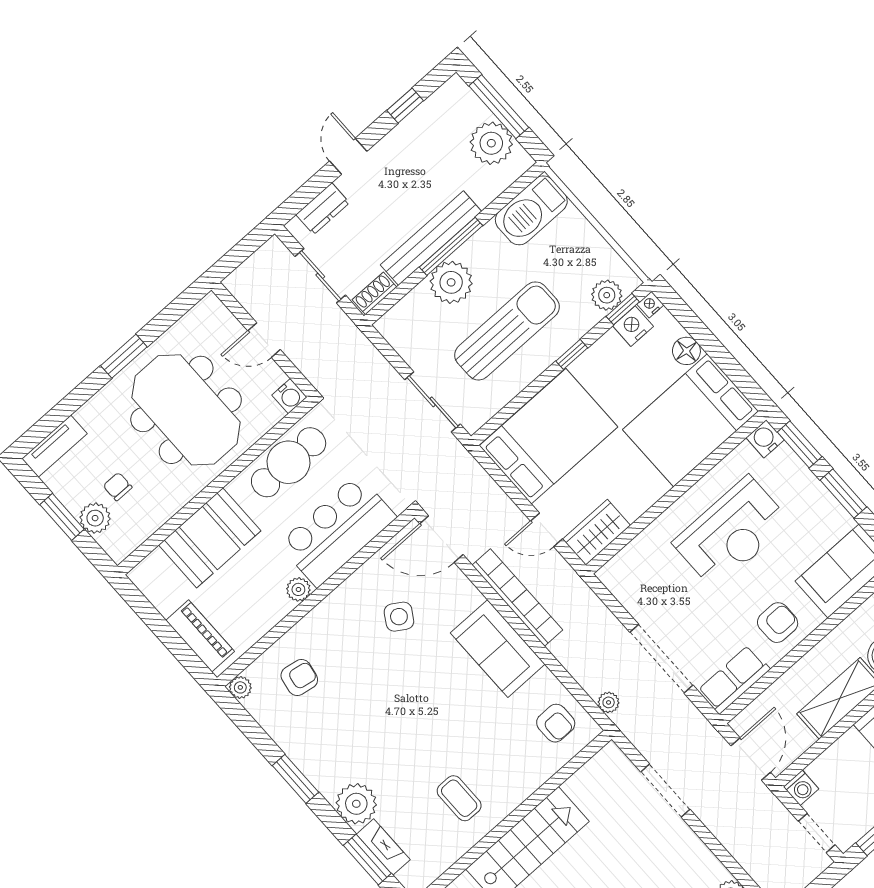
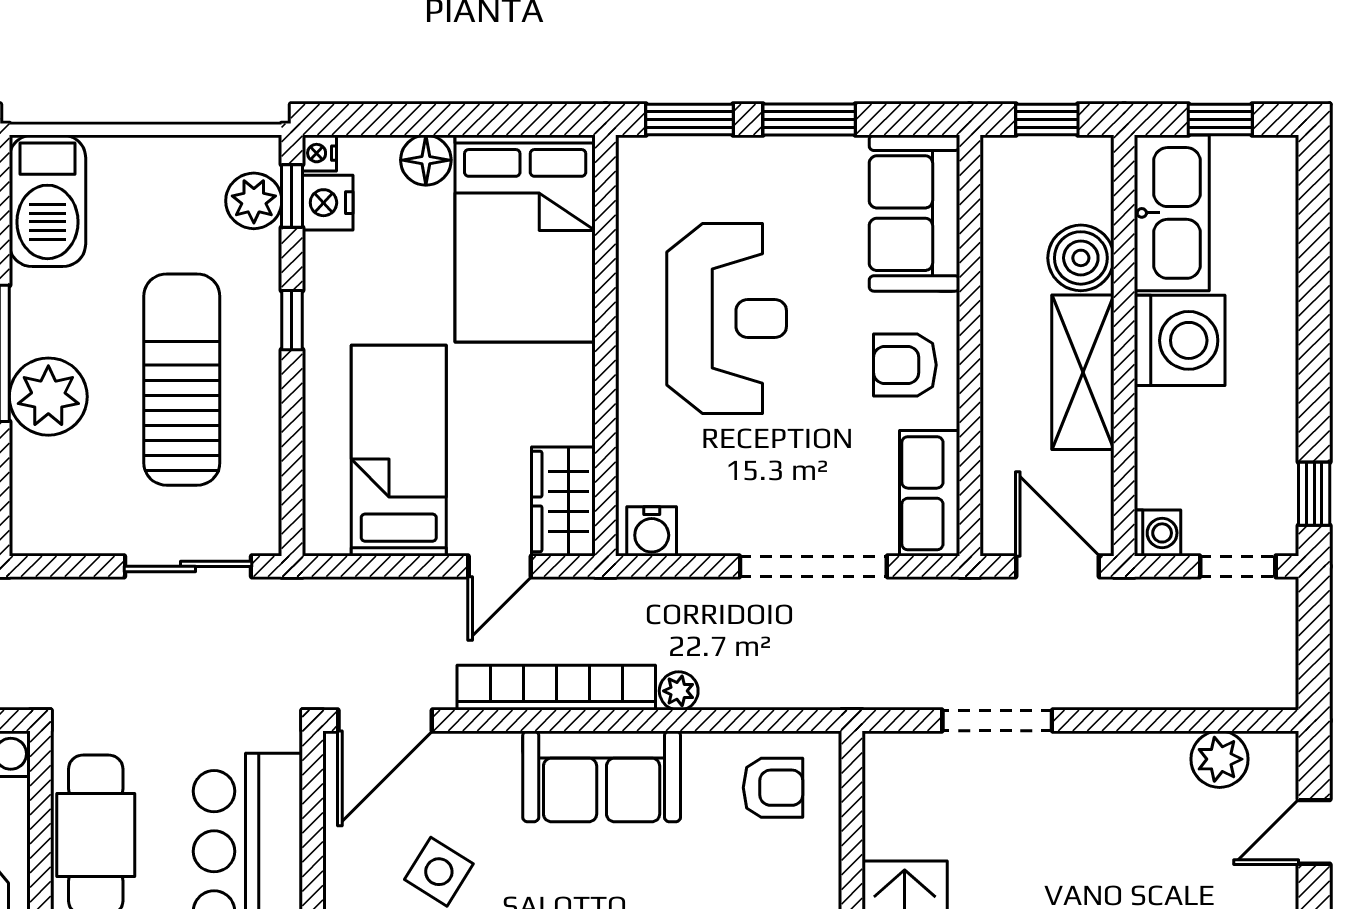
bed: (549, 436) -> (399, 451), width x0.67
water cooler: (765, 439) -> (652, 531), moved, turned -90
armchair: (778, 623) -> (905, 365), turned -90
plant: (609, 702) -> (679, 691), moved

